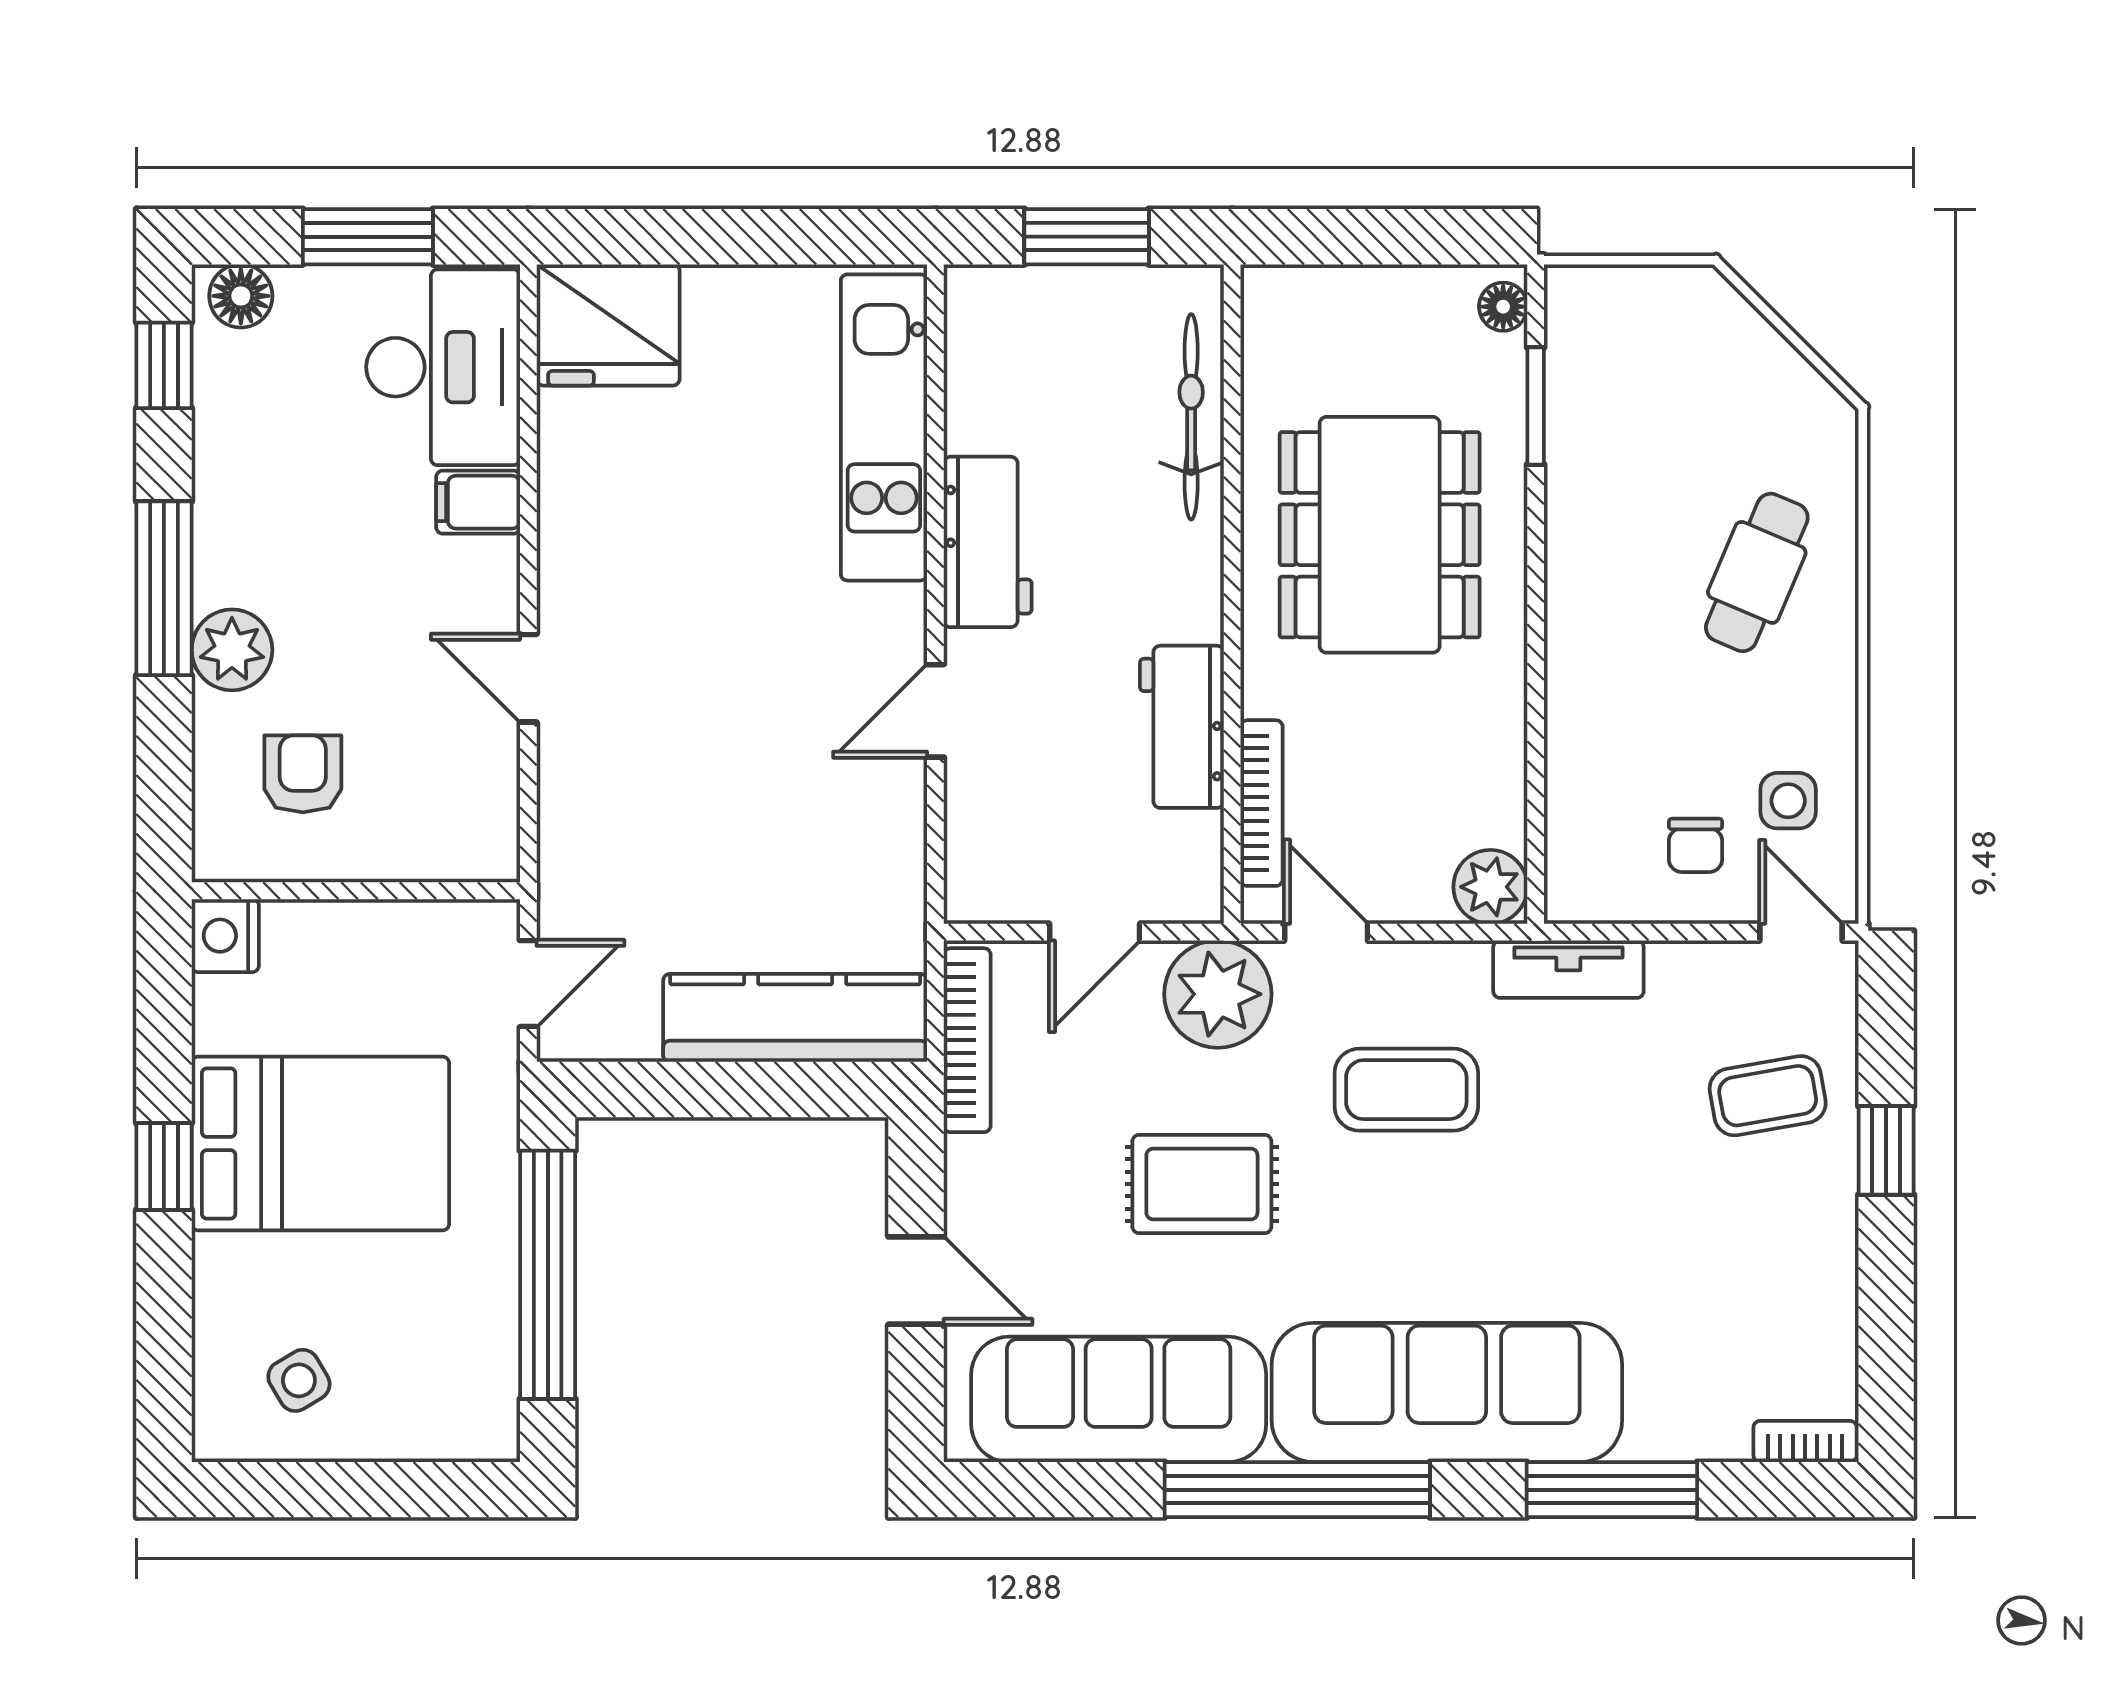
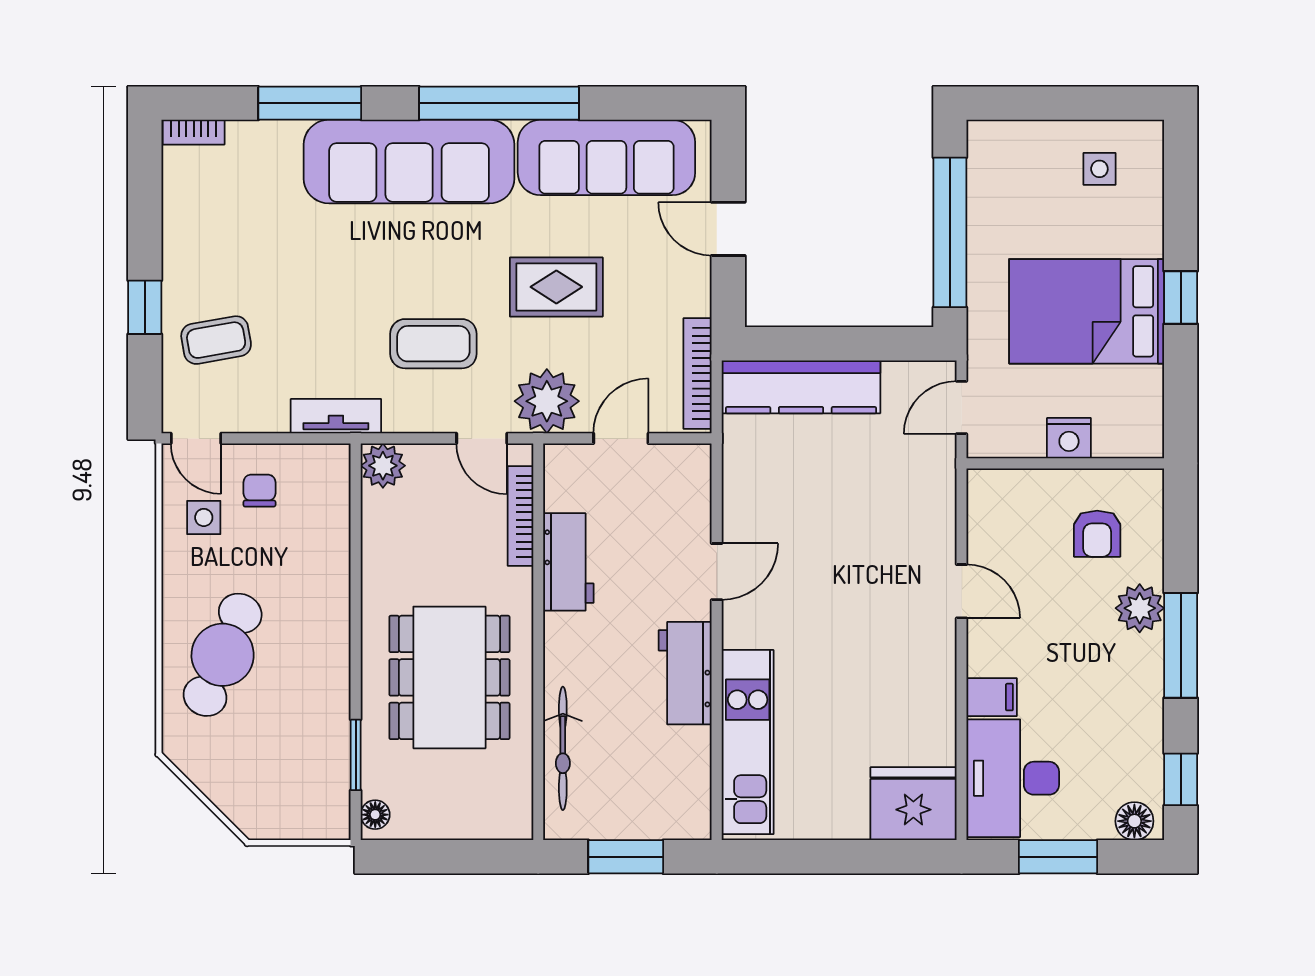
cafe table: (1757, 572) -> (223, 655), width x1.37, depth x1.35
nightstand: (225, 936) -> (1069, 438), moved, turned 90
side table: (299, 1380) -> (1099, 169), turned 31

